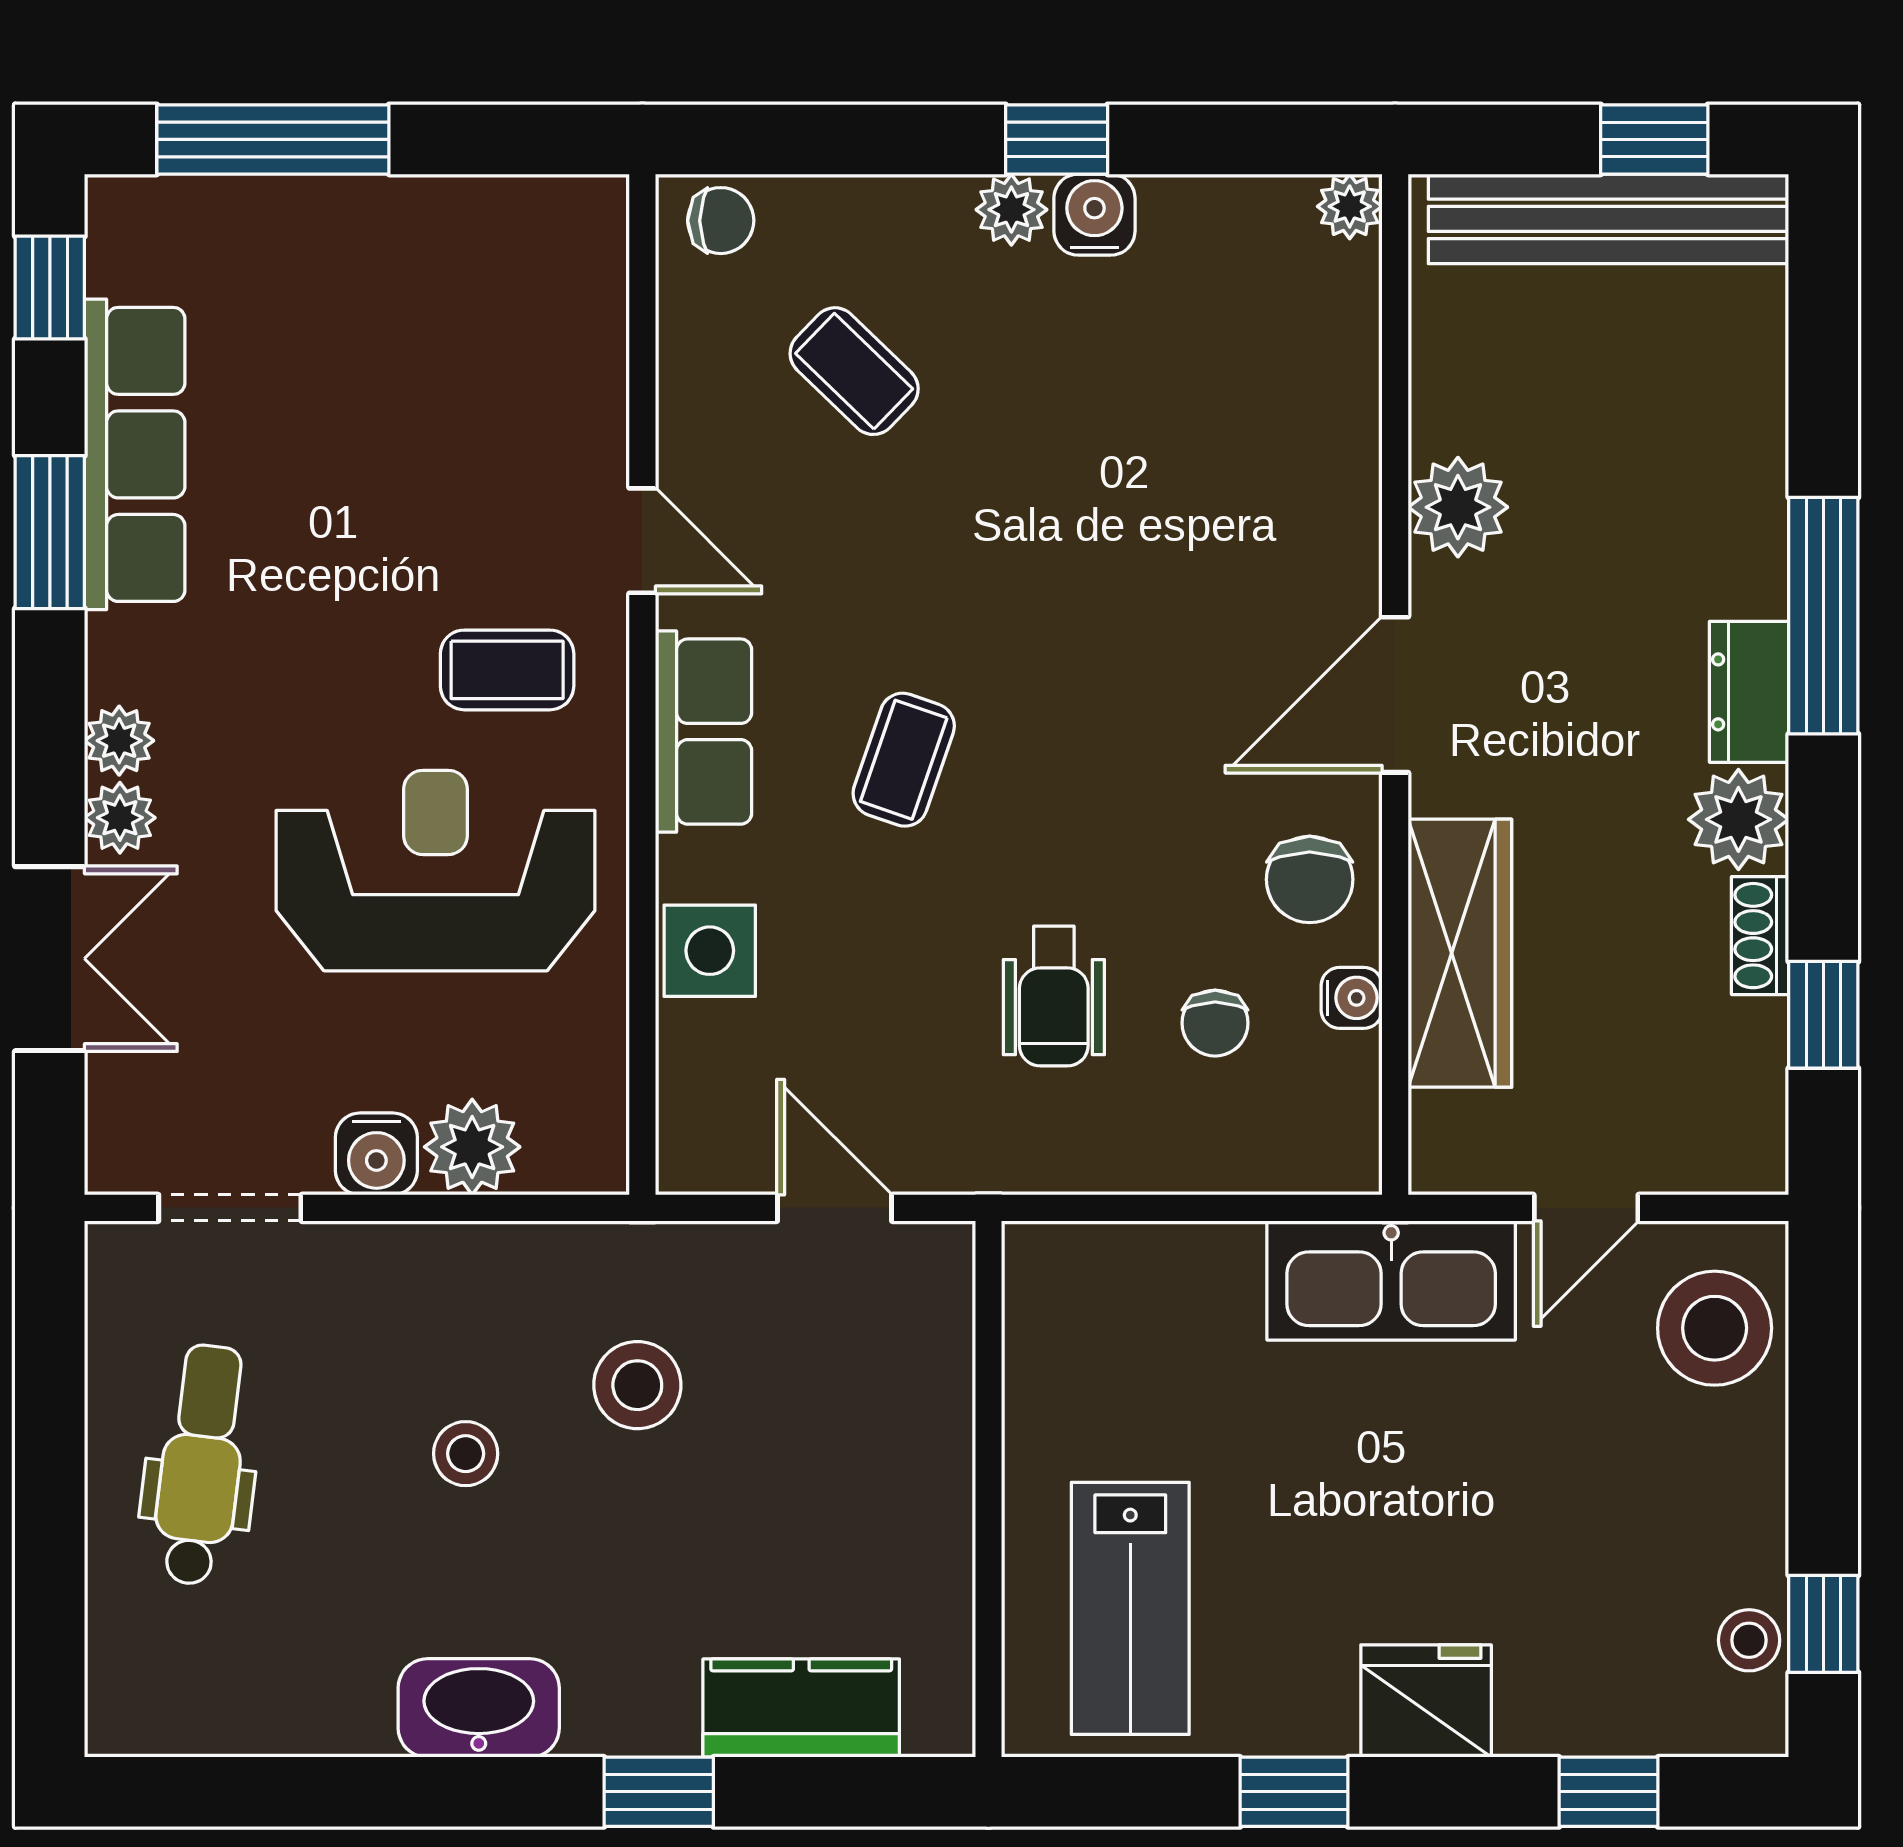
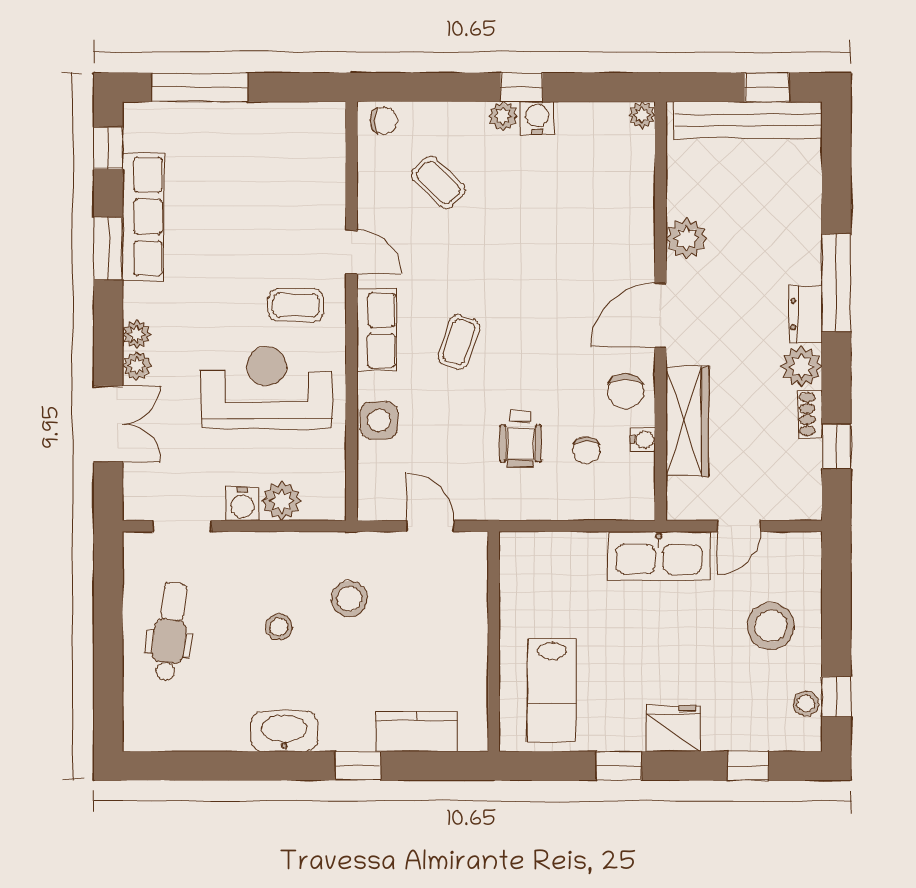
stool: (1715, 1328) -> (771, 626), moved

